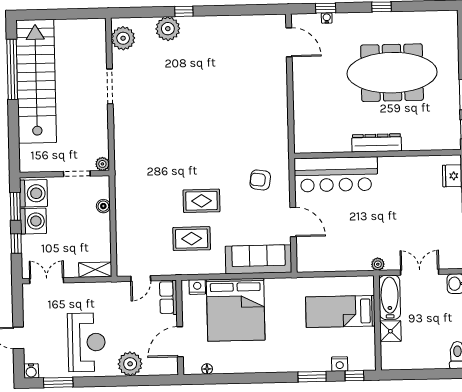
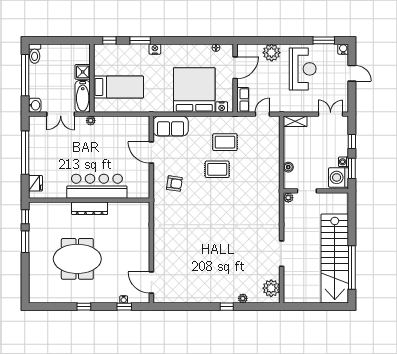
plant: (168, 29) -> (243, 298), width x0.53, depth x0.53
meeting table: (392, 73) -> (77, 259), width x0.73
bar counter: (336, 174) -> (97, 186), moved
washing machine: (33, 221) -> (344, 162), width x0.53, depth x0.53
sofa: (259, 259) -> (171, 126), width x0.73
double door: (47, 281) -> (331, 114), swing flipped
reception desk: (86, 342) -> (303, 69), turned 180
nightstand: (340, 364) -> (155, 49), moved

